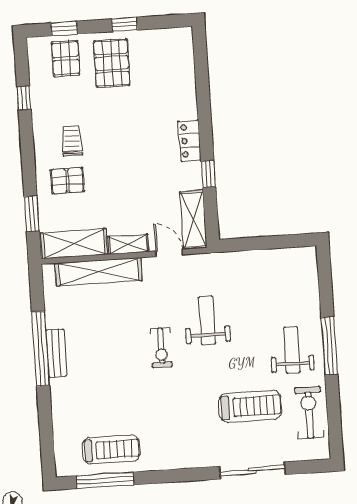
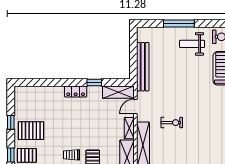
bench: (244, 262) -> (143, 67), added
weight bench: (207, 320) -> (173, 88), removed
window: (329, 346) -> (179, 23), moved
exercise bike: (161, 348) -> (172, 123), moved

